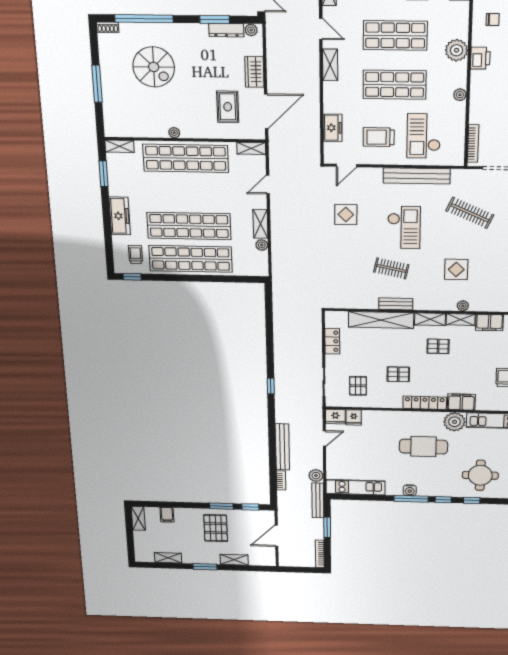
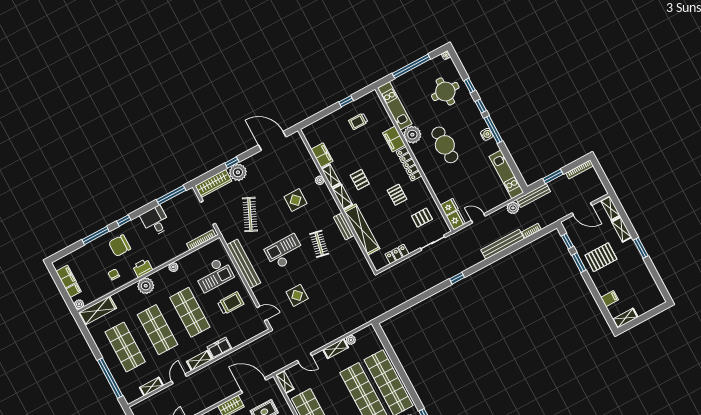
freezer: (333, 128) -> (219, 348), moved
trolley: (379, 137) -> (231, 303), turned -90
shelving: (168, 558) -> (610, 208), moved

